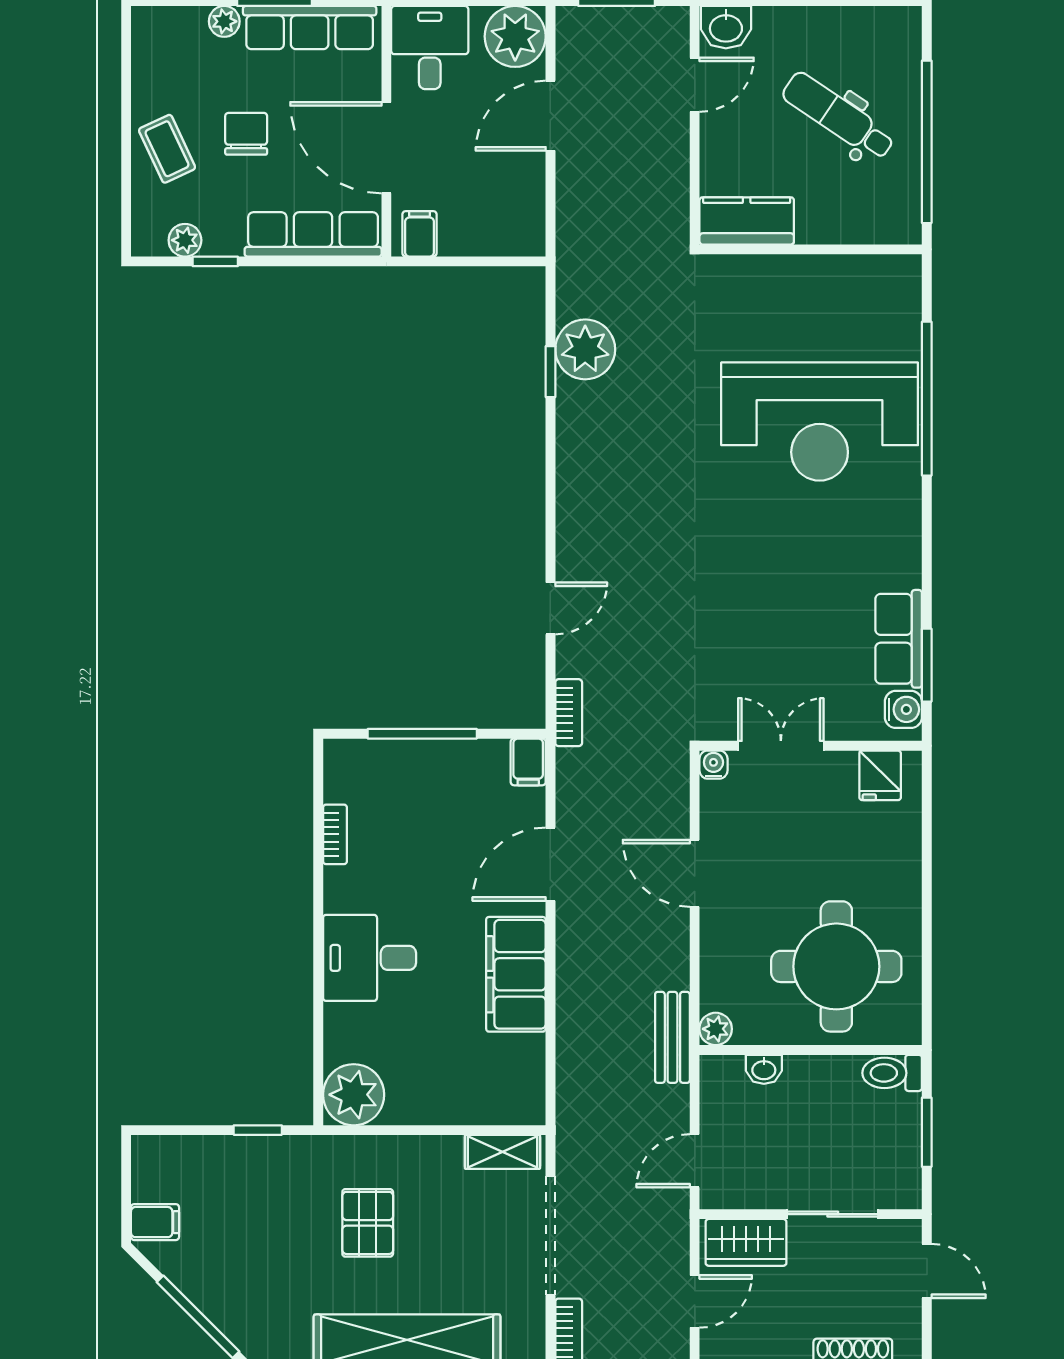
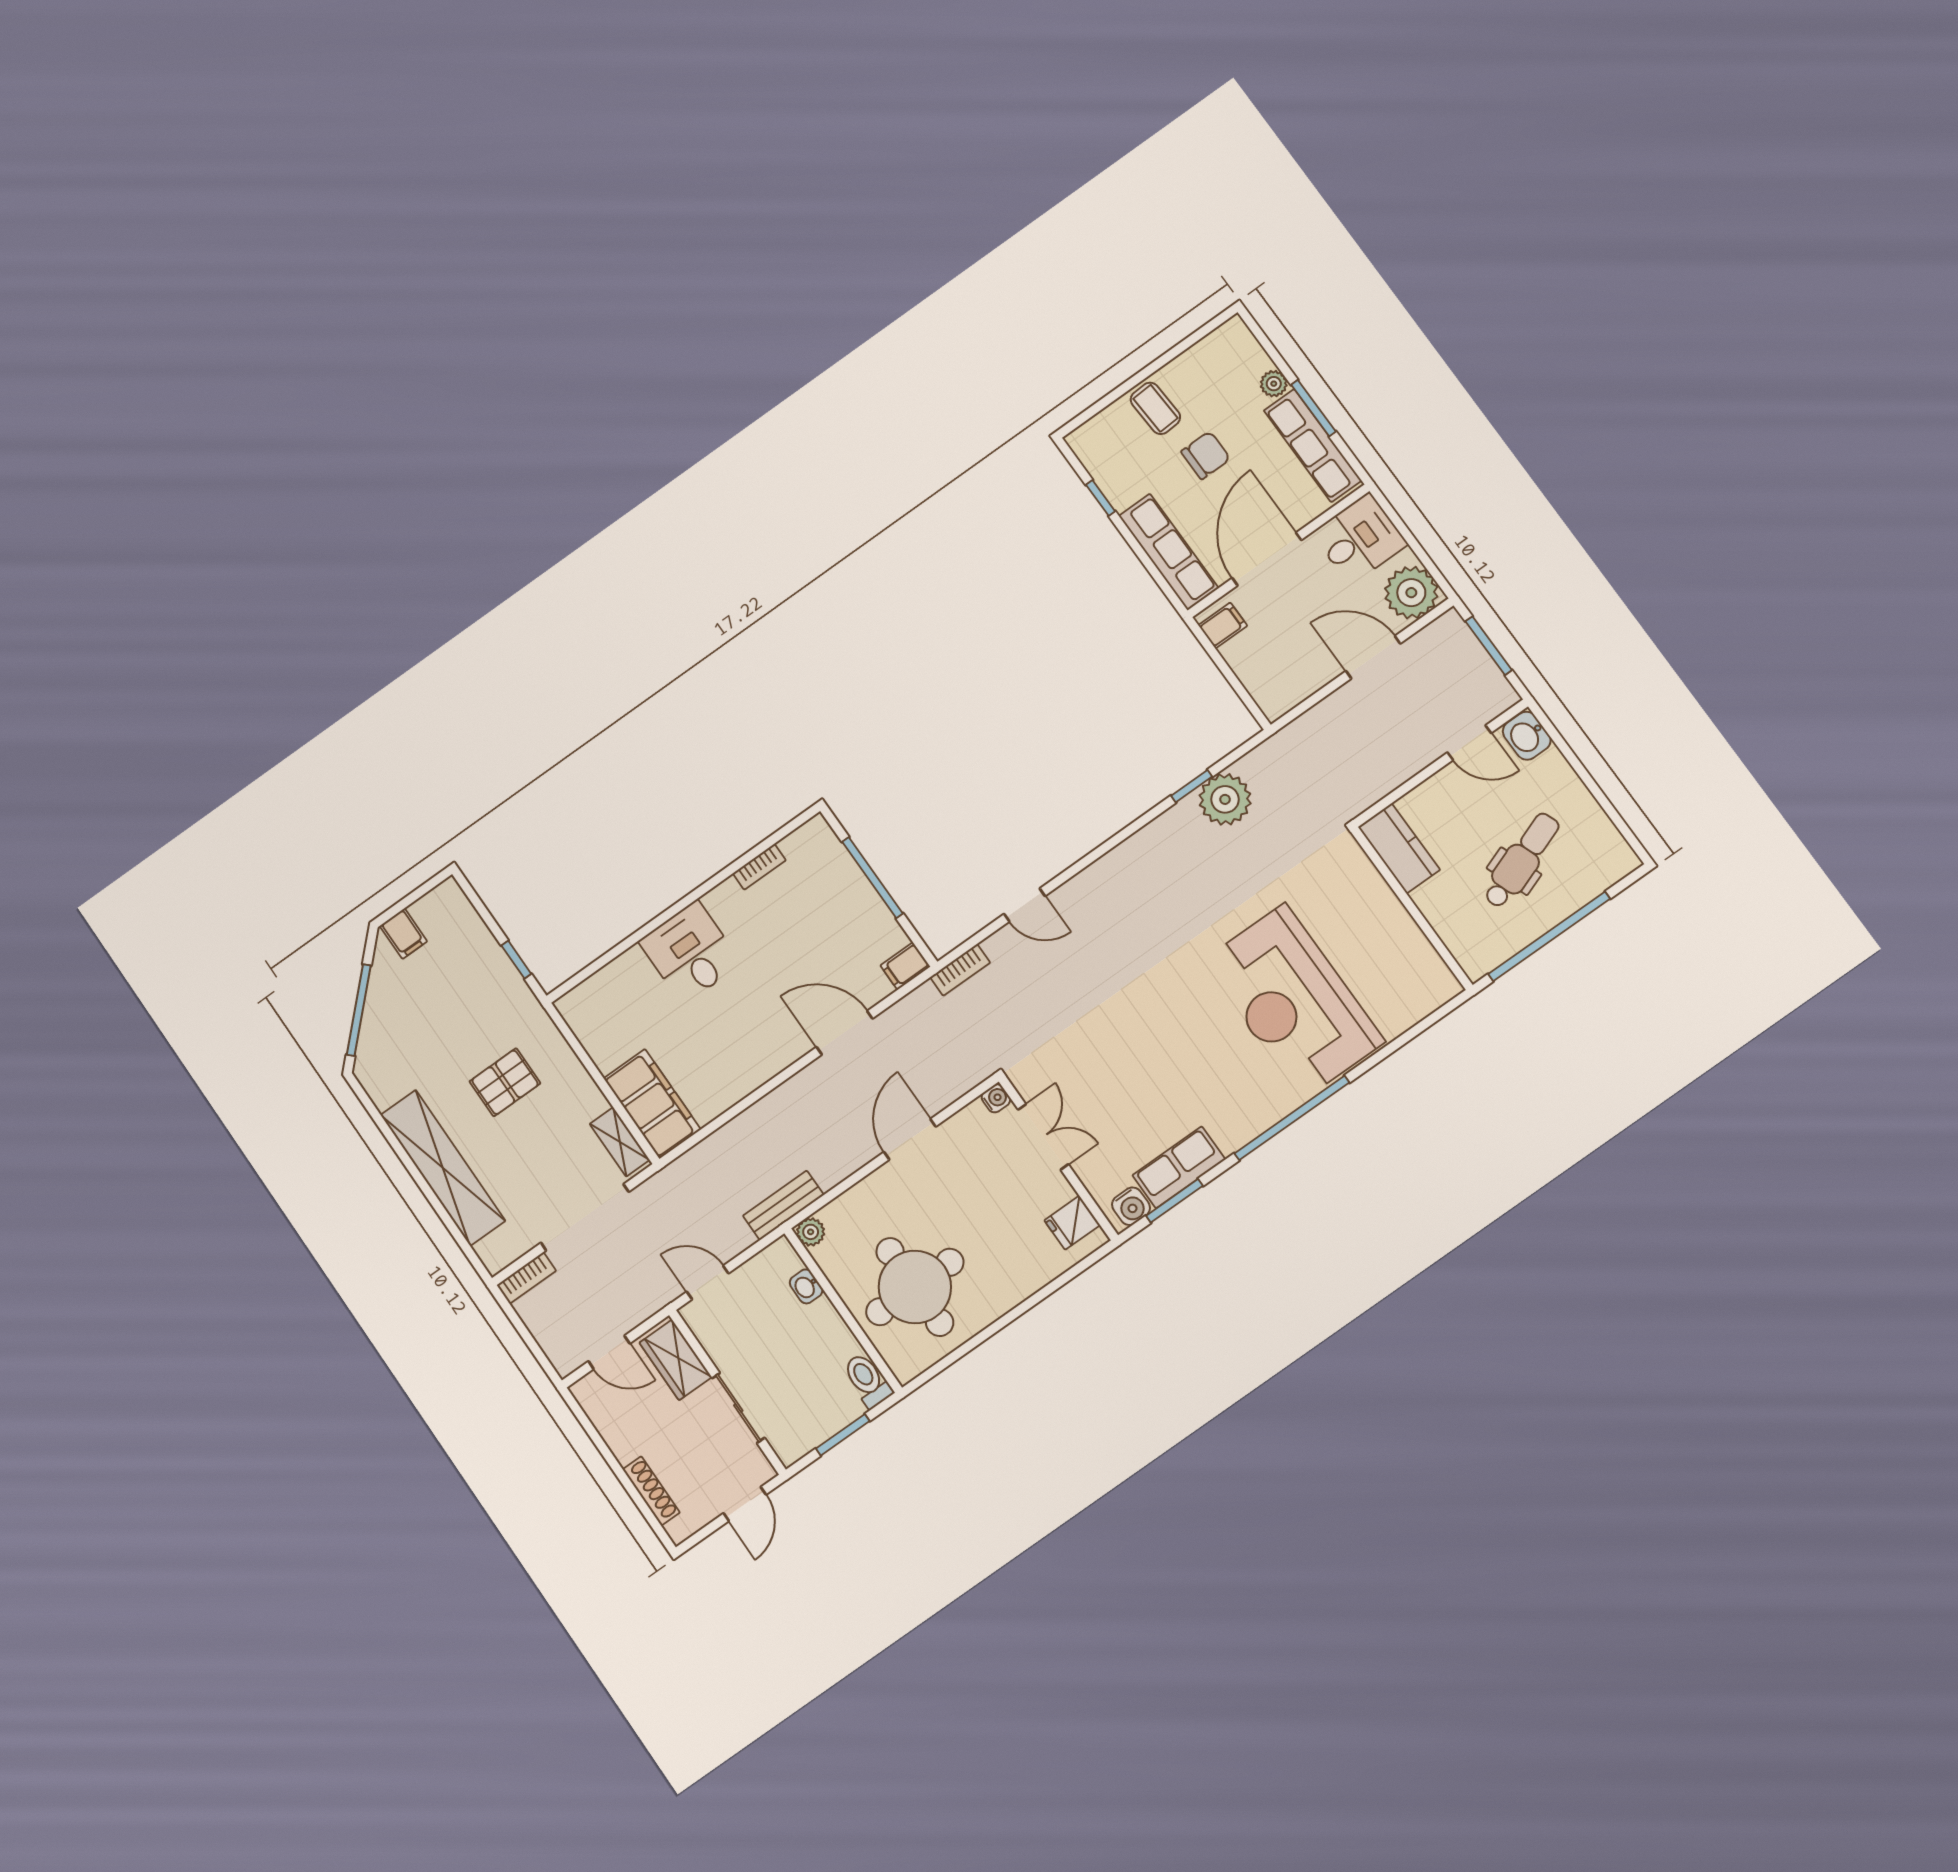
dental chair: (838, 116) -> (1521, 860), turned 36
coffee table: (167, 149) -> (1155, 408), turned -68
plant: (185, 240) -> (1100, 467), removed
window: (927, 399) -> (1292, 1118), moved
filing cabinet: (516, 974) -> (652, 1104), moved, turned 90
plant: (354, 1095) -> (587, 1009), removed

